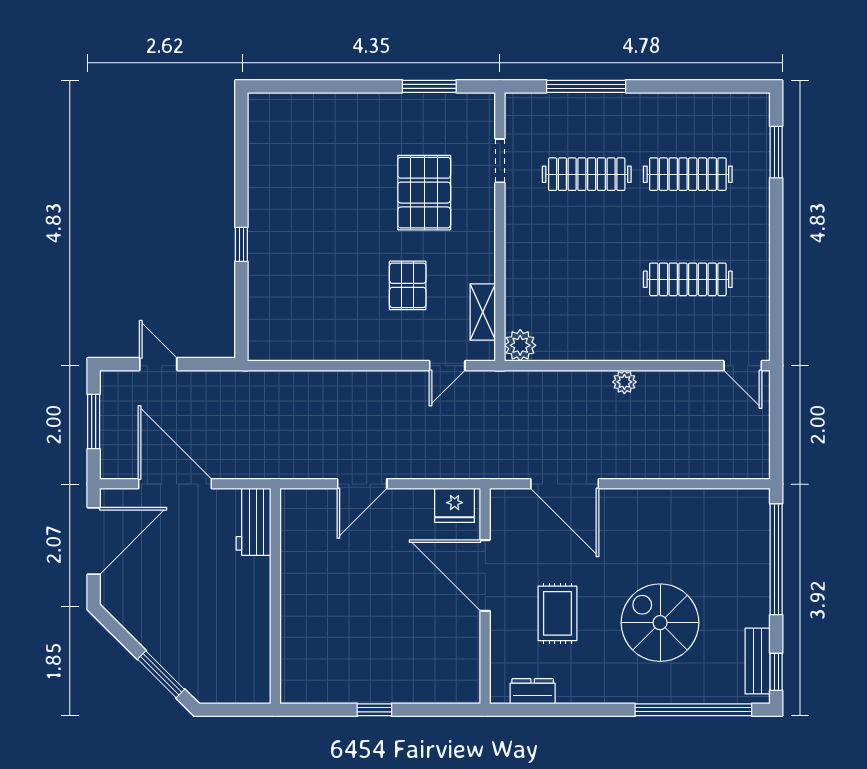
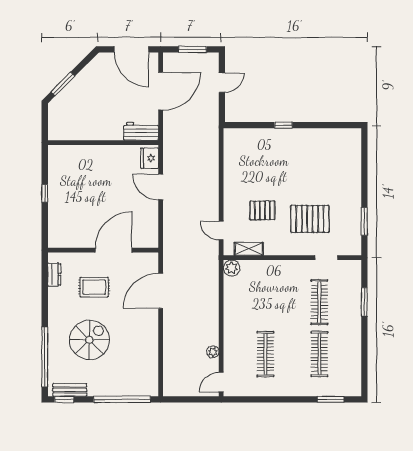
window: (586, 86) -> (364, 302), width x0.69
plant: (624, 382) -> (213, 352), moved
fridge: (455, 505) -> (150, 158), moved

